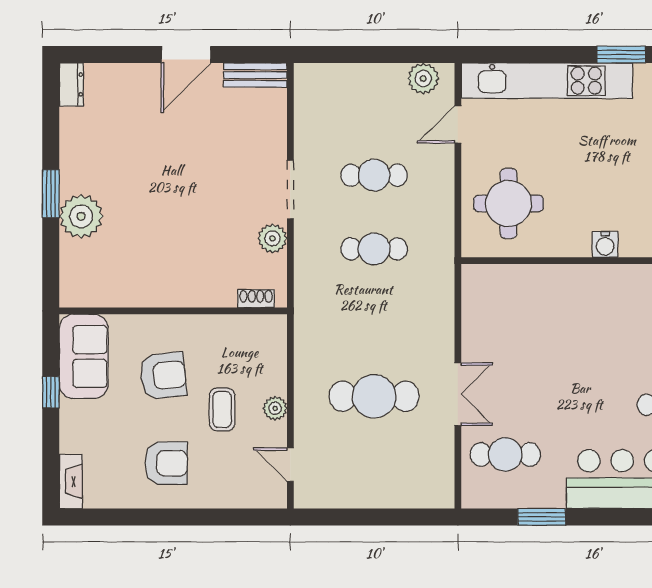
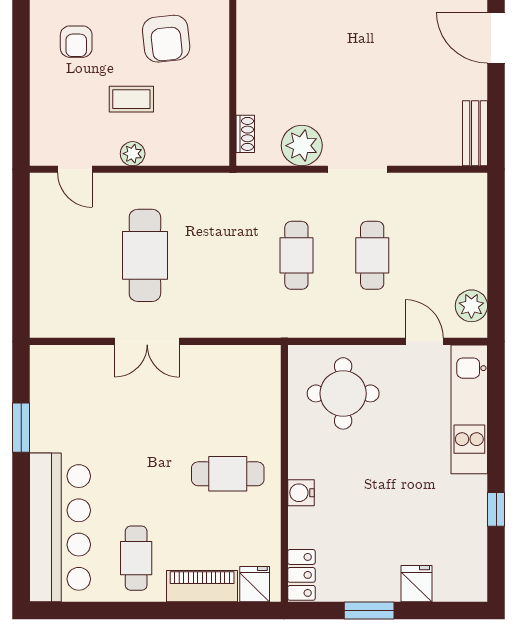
door: (186, 55) -> (496, 38), moved
window: (621, 55) -> (496, 509), width x0.67
kitchen unit: (547, 81) -> (469, 409), width x0.73
plant: (273, 238) -> (302, 146), width x1.36, depth x1.36
cafe table: (505, 454) -> (228, 474), moved, turned 90
armchair: (166, 463) -> (76, 42), width x0.72, depth x0.72
door: (290, 465) -> (75, 169), swing flipped

